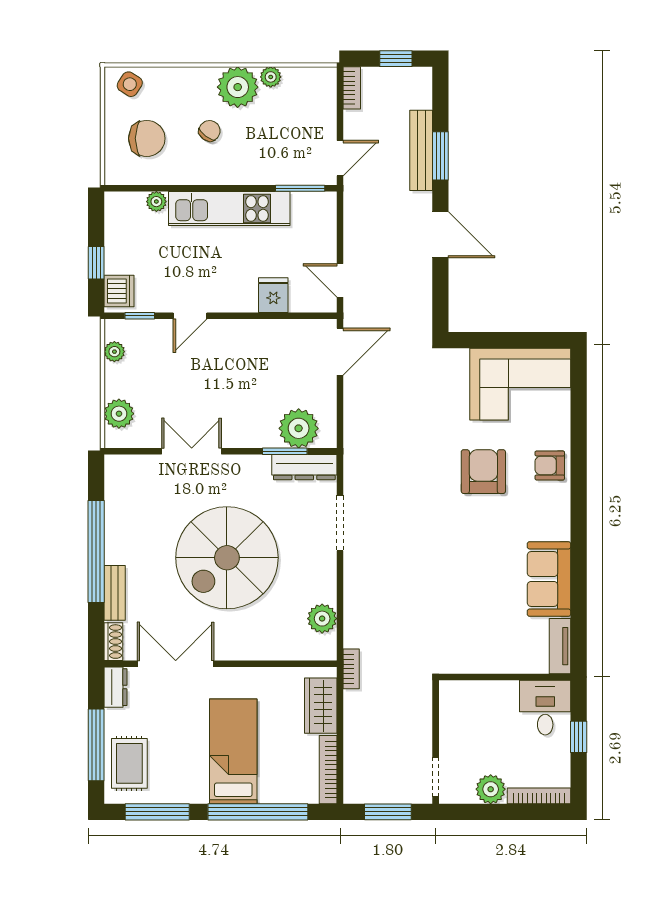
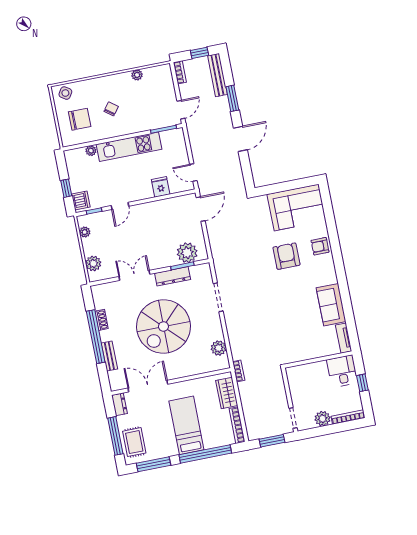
plant: (238, 87) -> (121, 84), removed
bench: (421, 150) -> (217, 75), moved
door: (440, 235) -> (240, 139), hinge flipped
dresser: (304, 467) -> (173, 276), moved
shoe rack: (113, 642) -> (102, 320), moved

